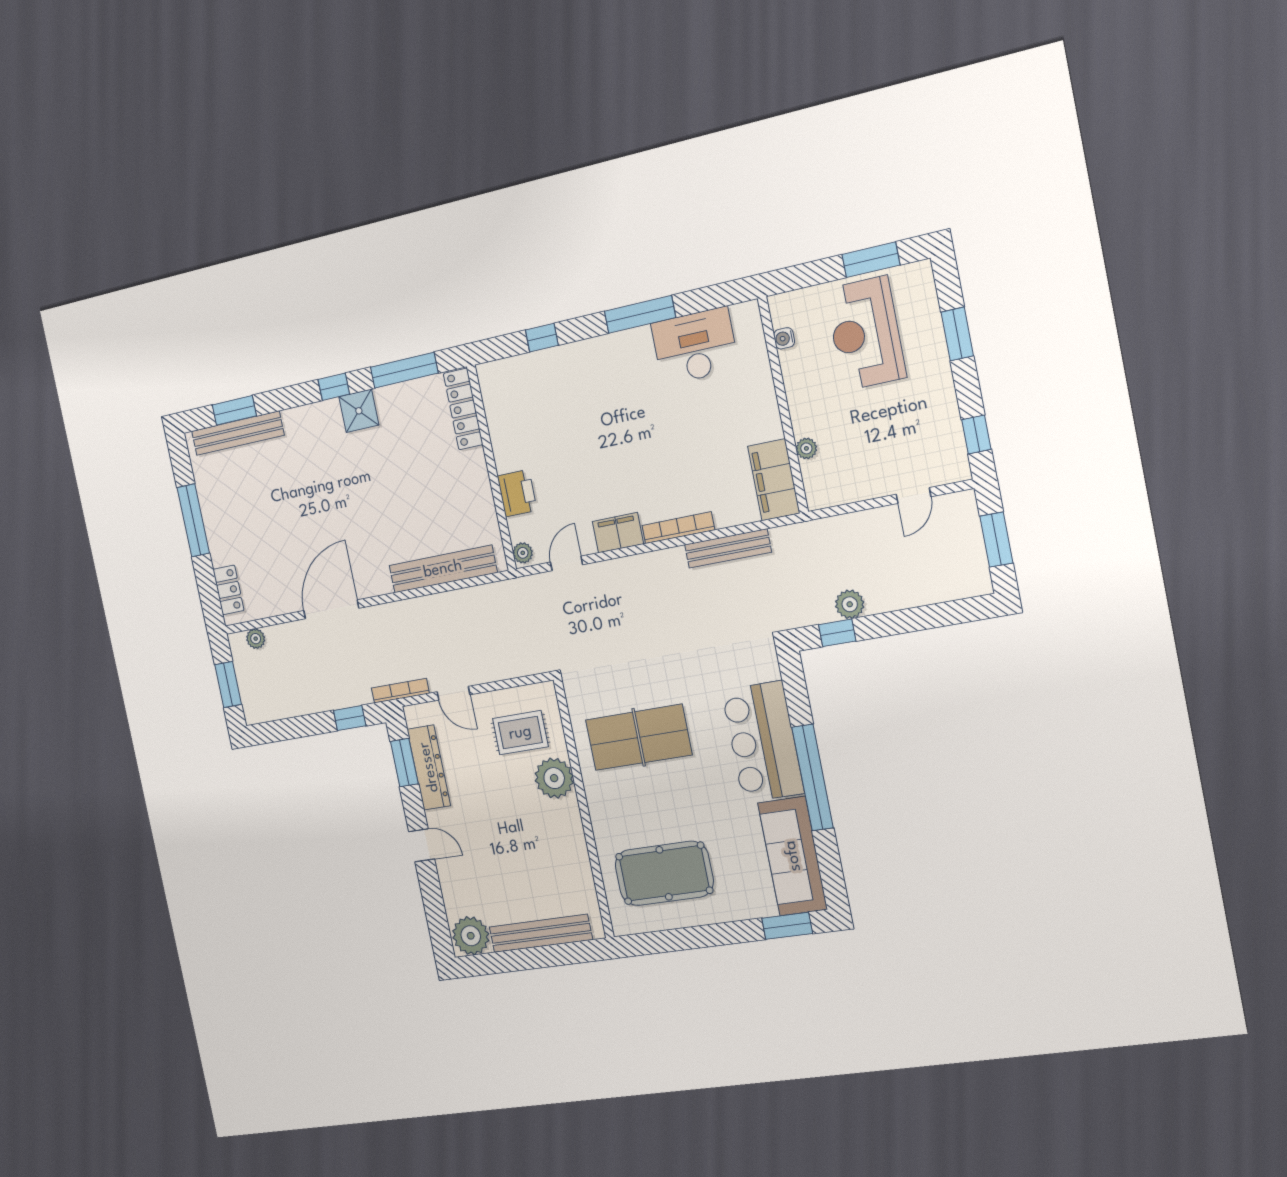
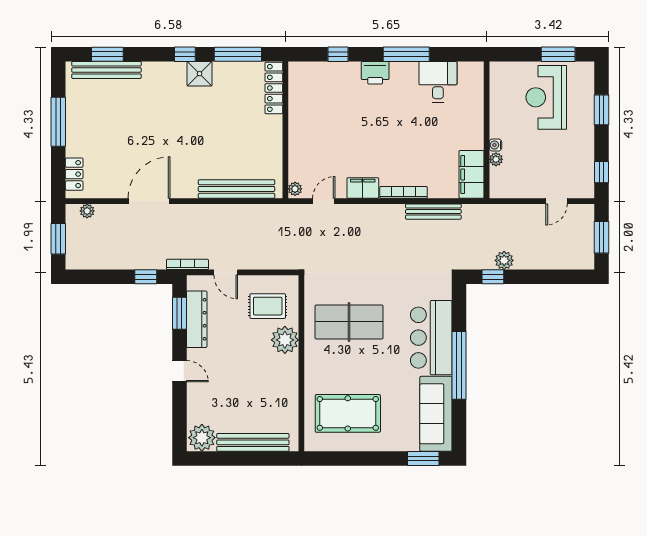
water cooler: (784, 338) -> (495, 145), moved
desk: (695, 346) -> (438, 82), width x0.73
printer: (517, 493) -> (375, 73), moved, turned 90

